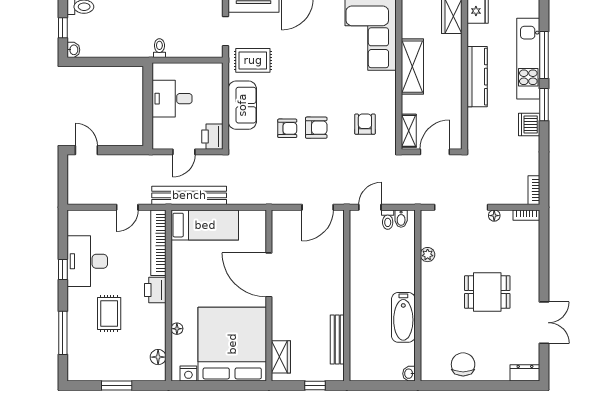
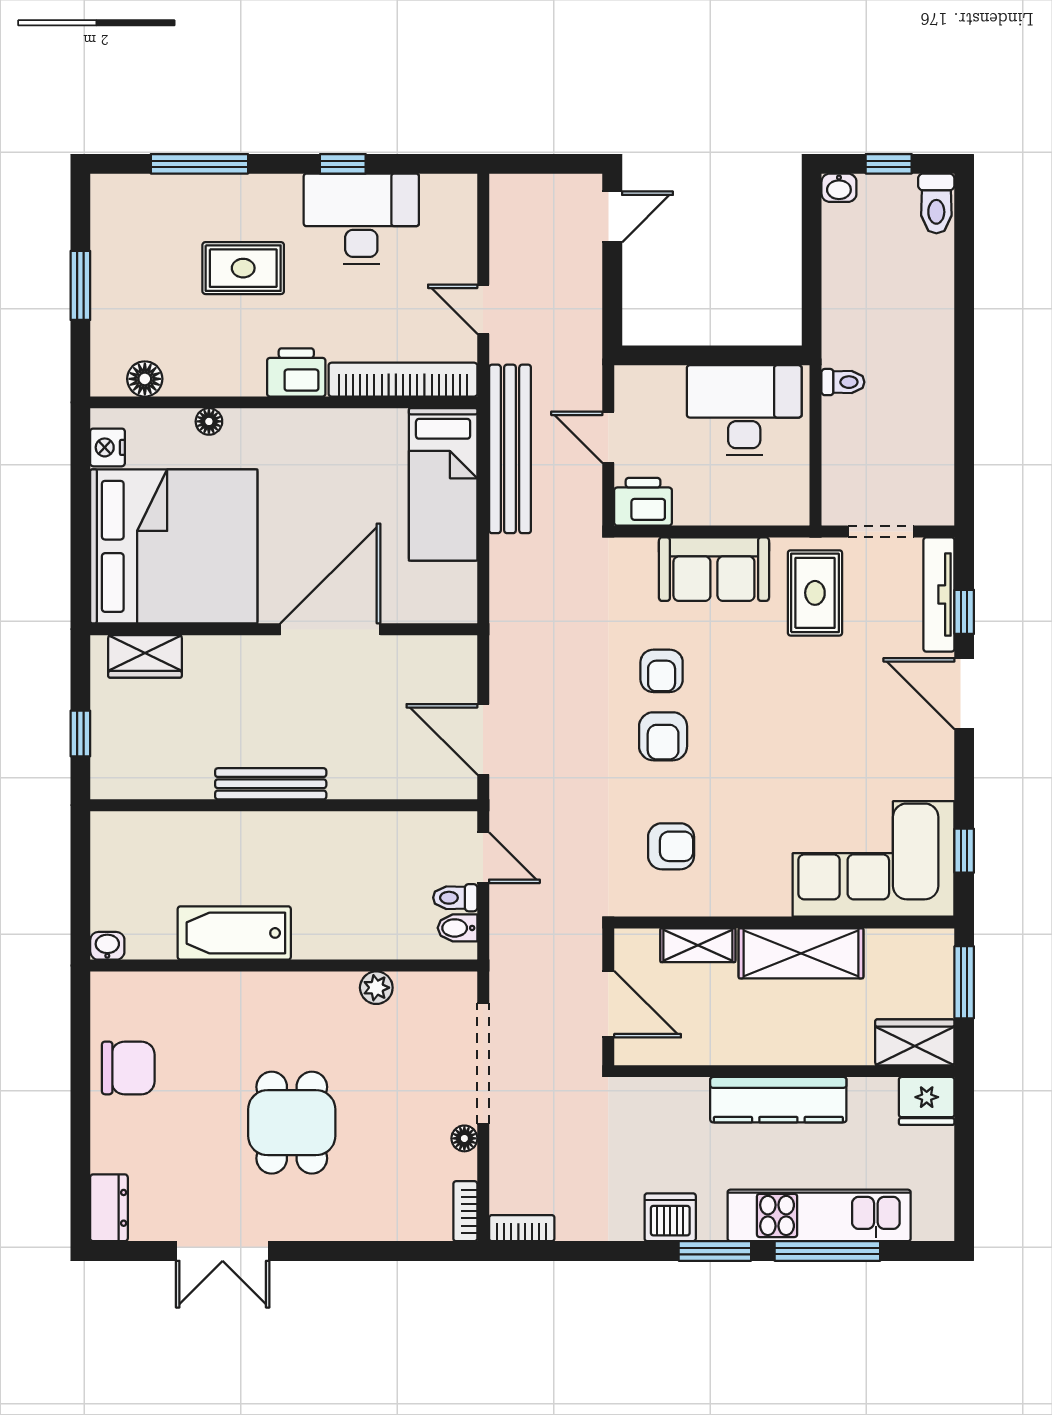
desk: (172, 99) -> (744, 410), width x1.37
shelving: (409, 131) -> (698, 945), moved
bench: (337, 340) -> (271, 784), moved

